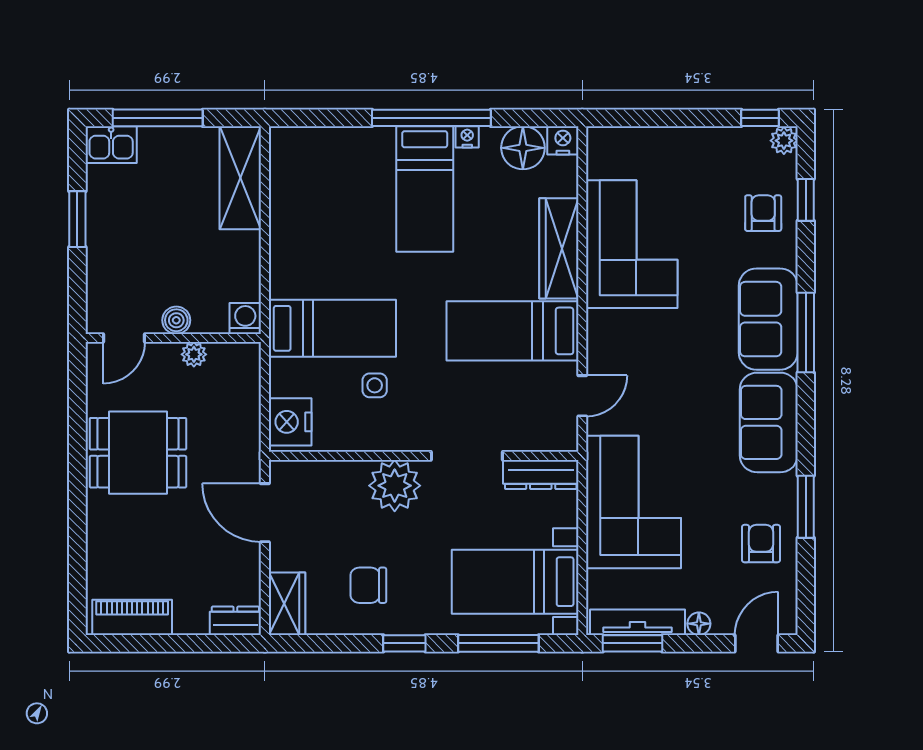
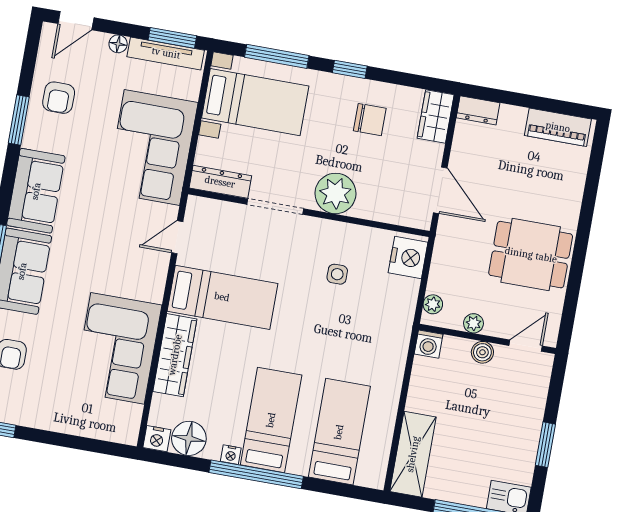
bed: (332, 328) -> (339, 432), moved, turned 90
plant: (249, 369) -> (433, 304), added

